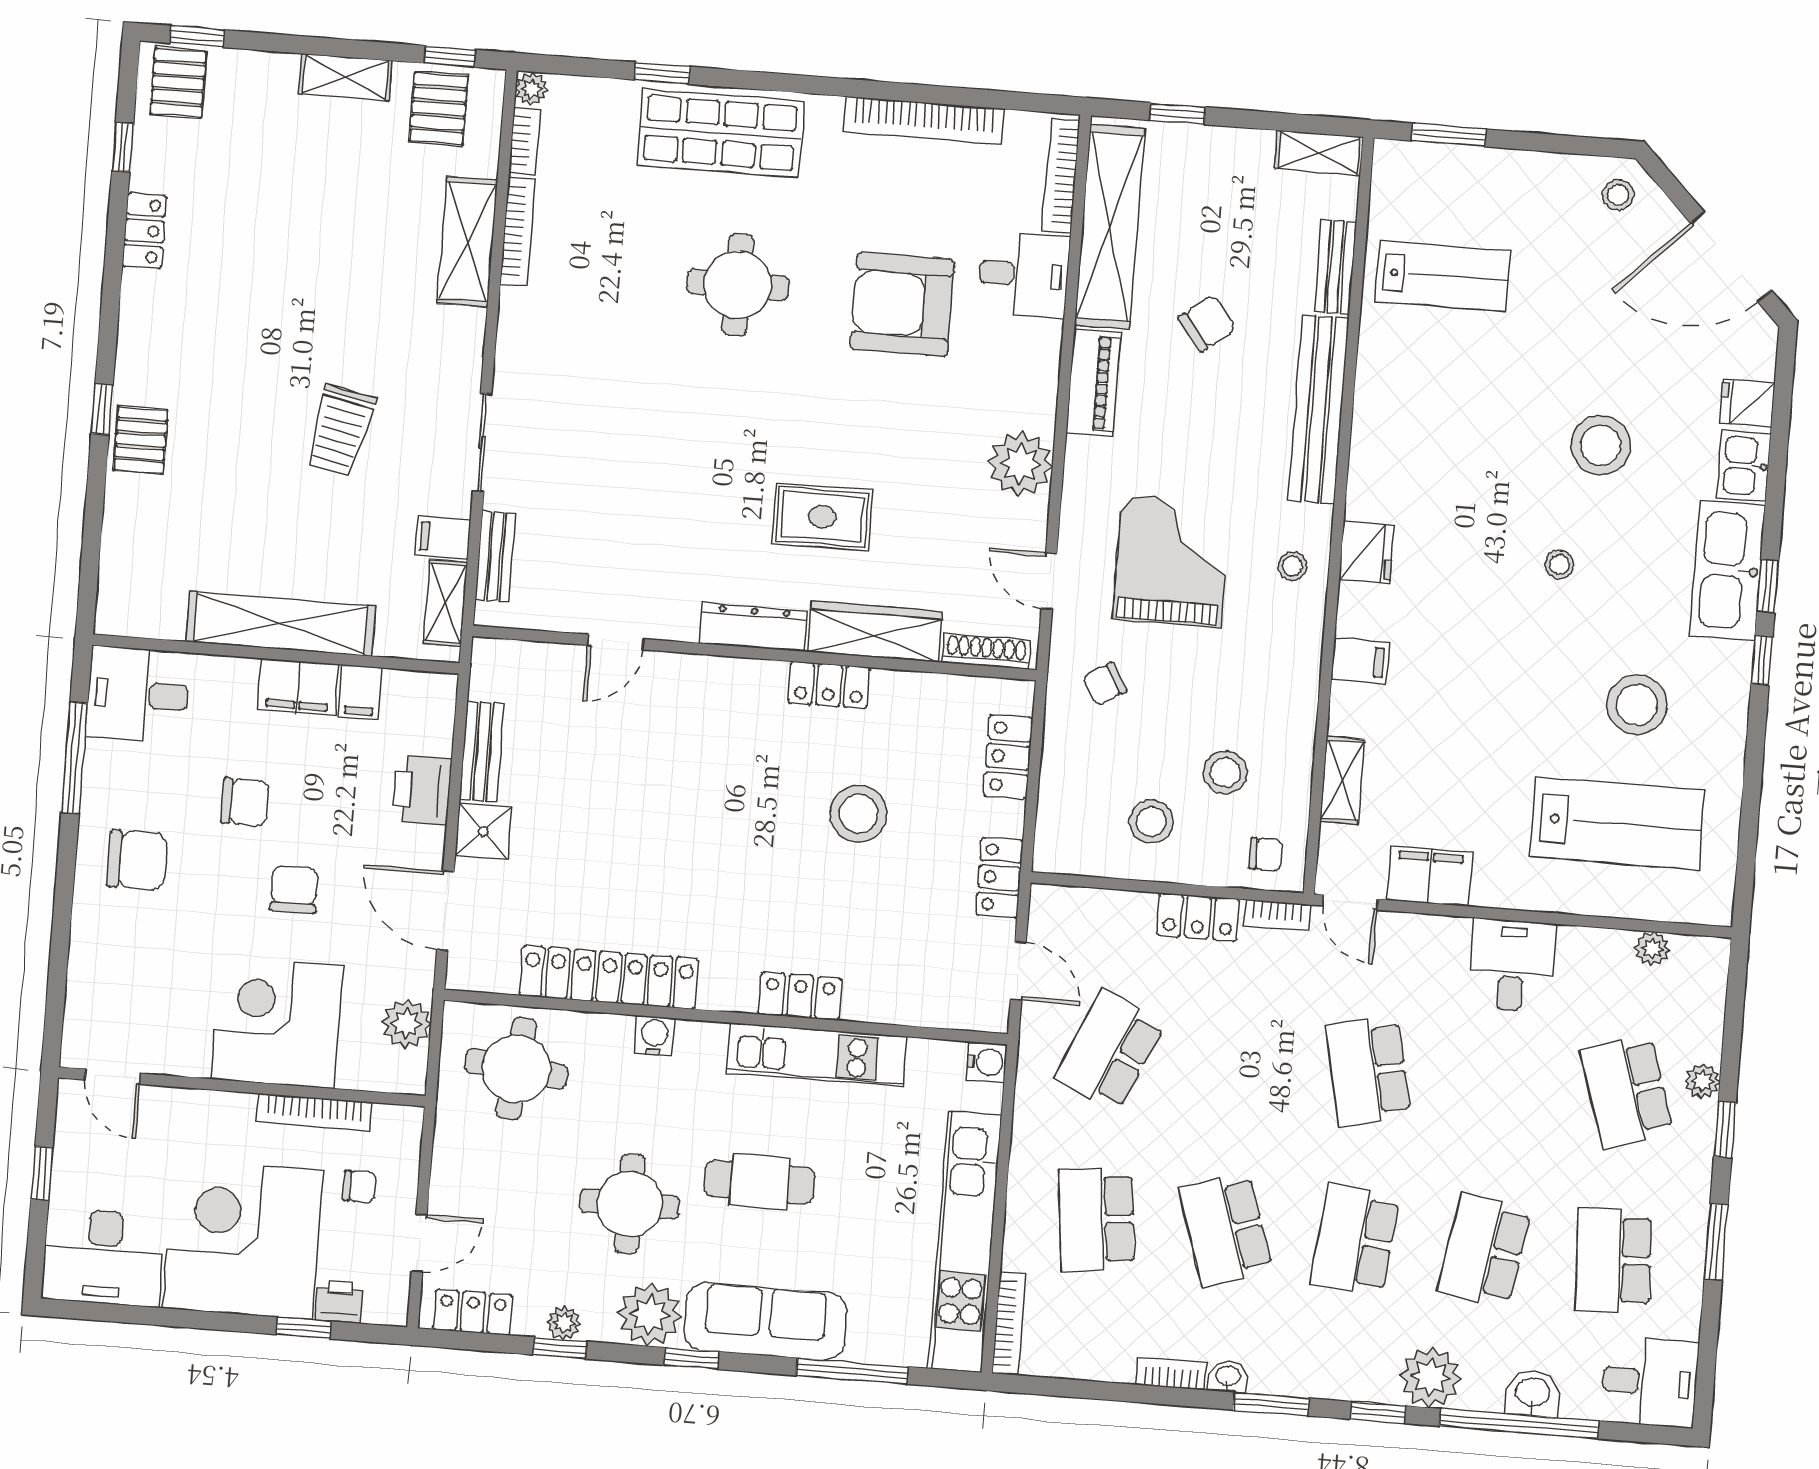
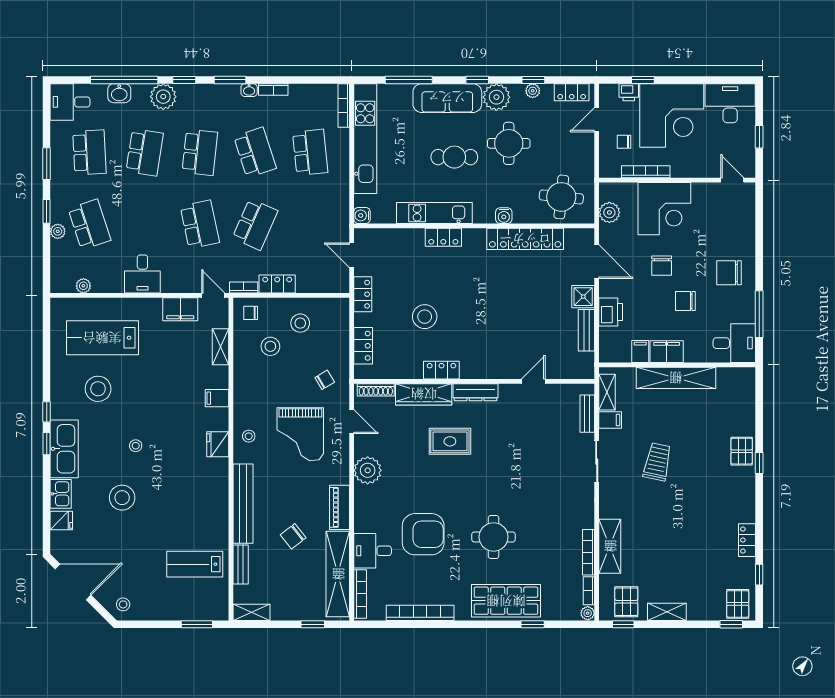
school desk: (1110, 1051) -> (255, 224), moved

